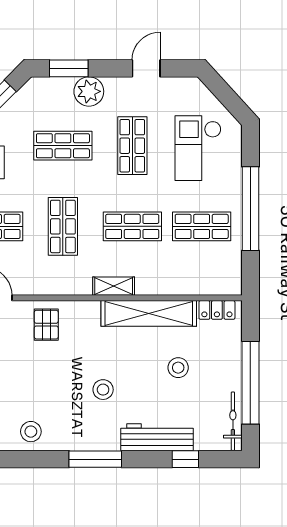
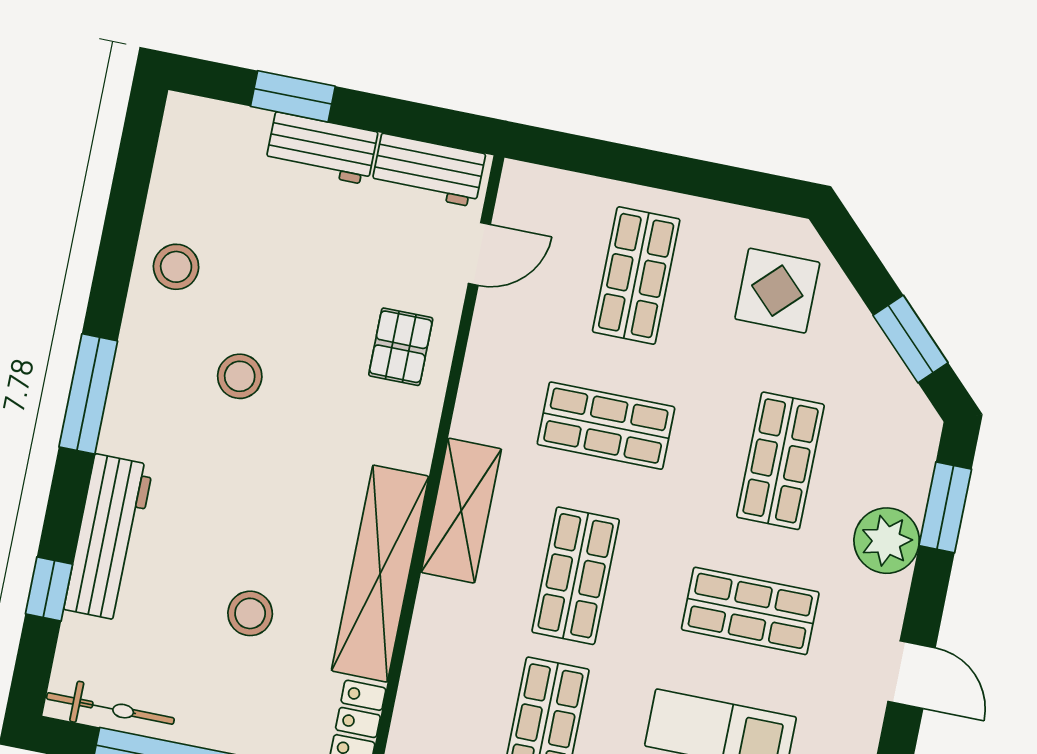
shelving: (114, 286) -> (461, 511), width x1.50, depth x1.33
pallet: (46, 325) -> (401, 347), turned 90
stool: (103, 390) -> (240, 376), moved

